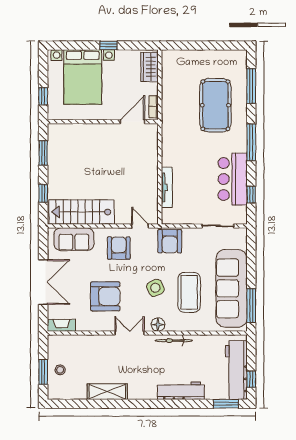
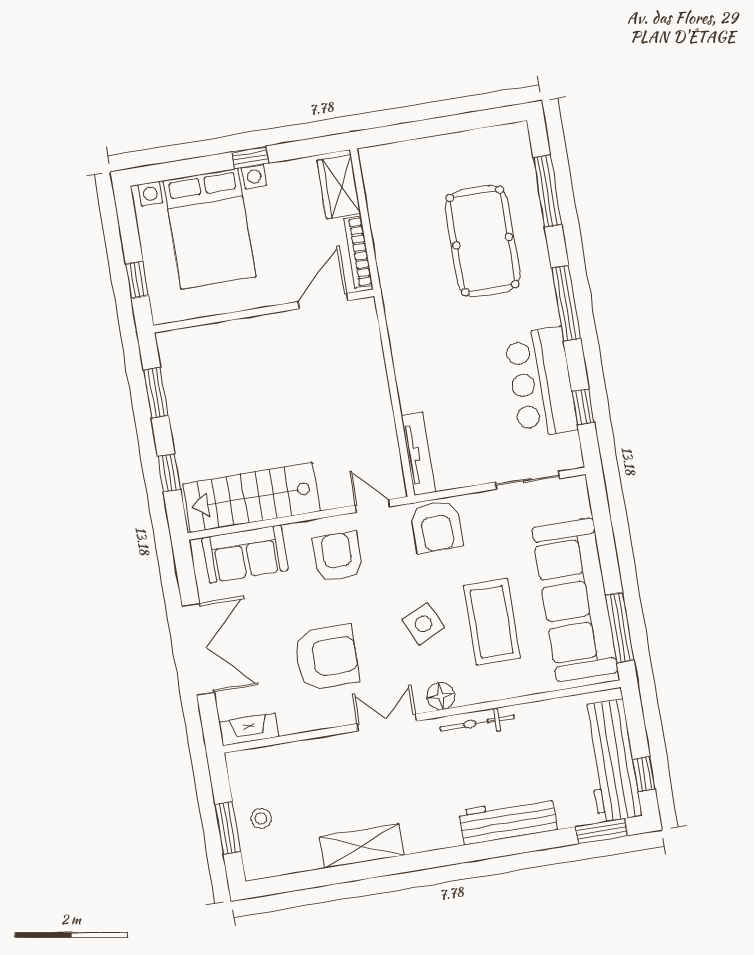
bookcase: (154, 107) -> (358, 252), width x1.56
tv unit: (167, 187) -> (419, 454), moved

